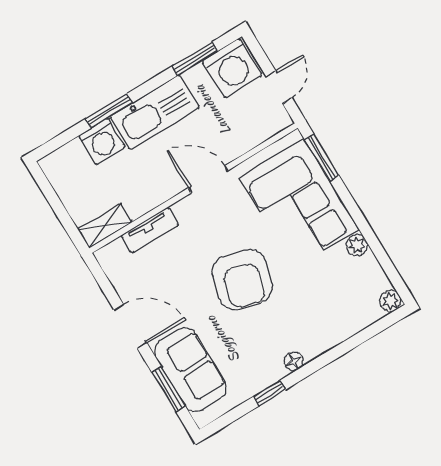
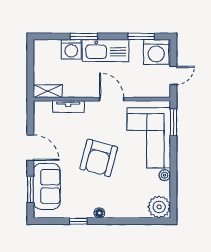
plant: (391, 301) -> (159, 207), width x1.87, depth x1.87

